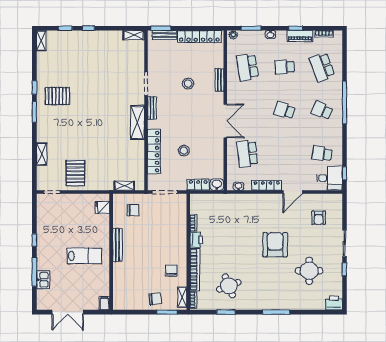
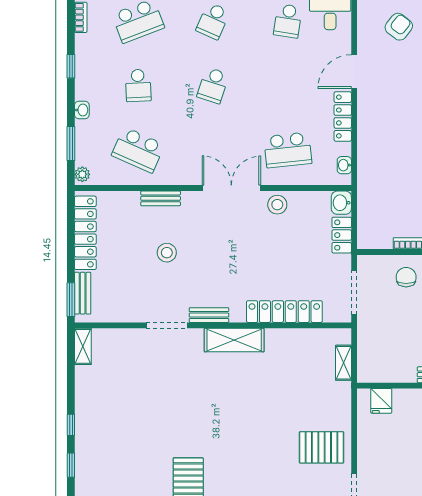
piano: (300, 36) -> (85, 59), removed
school desk: (247, 67) -> (138, 150), turned 33
stool: (184, 151) -> (277, 205), moved
door: (293, 192) -> (354, 72), swing flipped
chair: (133, 210) -> (406, 277), moved
armchair: (319, 218) -> (399, 27), turned -52

